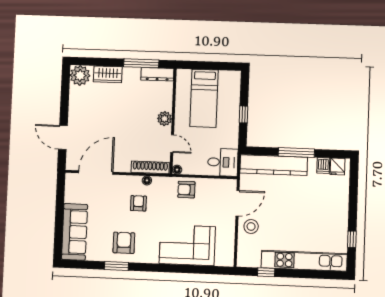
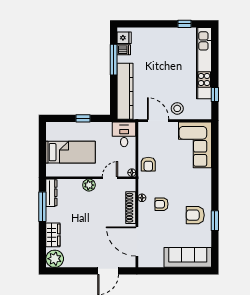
window: (296, 152) -> (114, 60), moved
shoe rack: (150, 167) -> (131, 208), moved
corner sofa: (187, 245) -> (195, 145), moved

